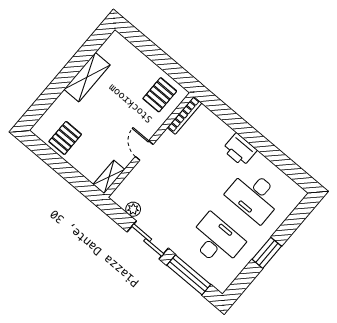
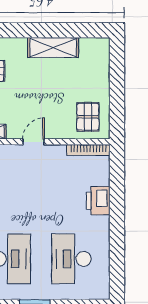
pallet: (160, 95) -> (88, 117), turned 90
printer: (240, 150) -> (98, 201), moved

